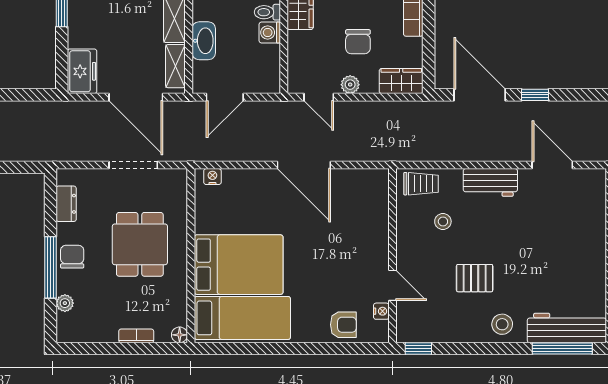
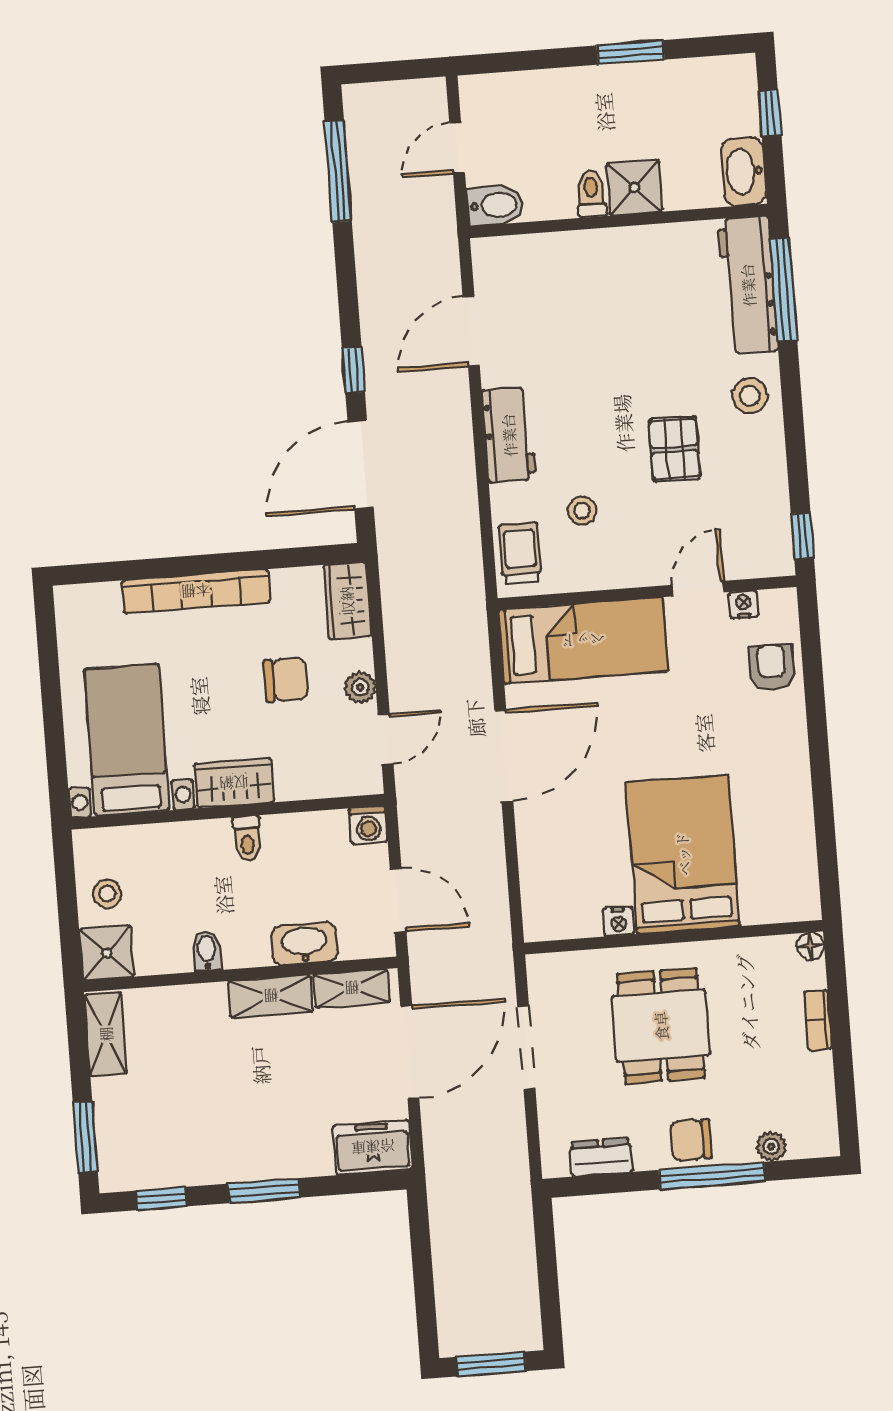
washing machine: (270, 33) -> (368, 825), moved
nightstand: (212, 177) -> (618, 922), moved, turned -90
dining table: (140, 244) -> (661, 1026), turned 90
bed: (242, 318) -> (583, 640), moved, turned 90

